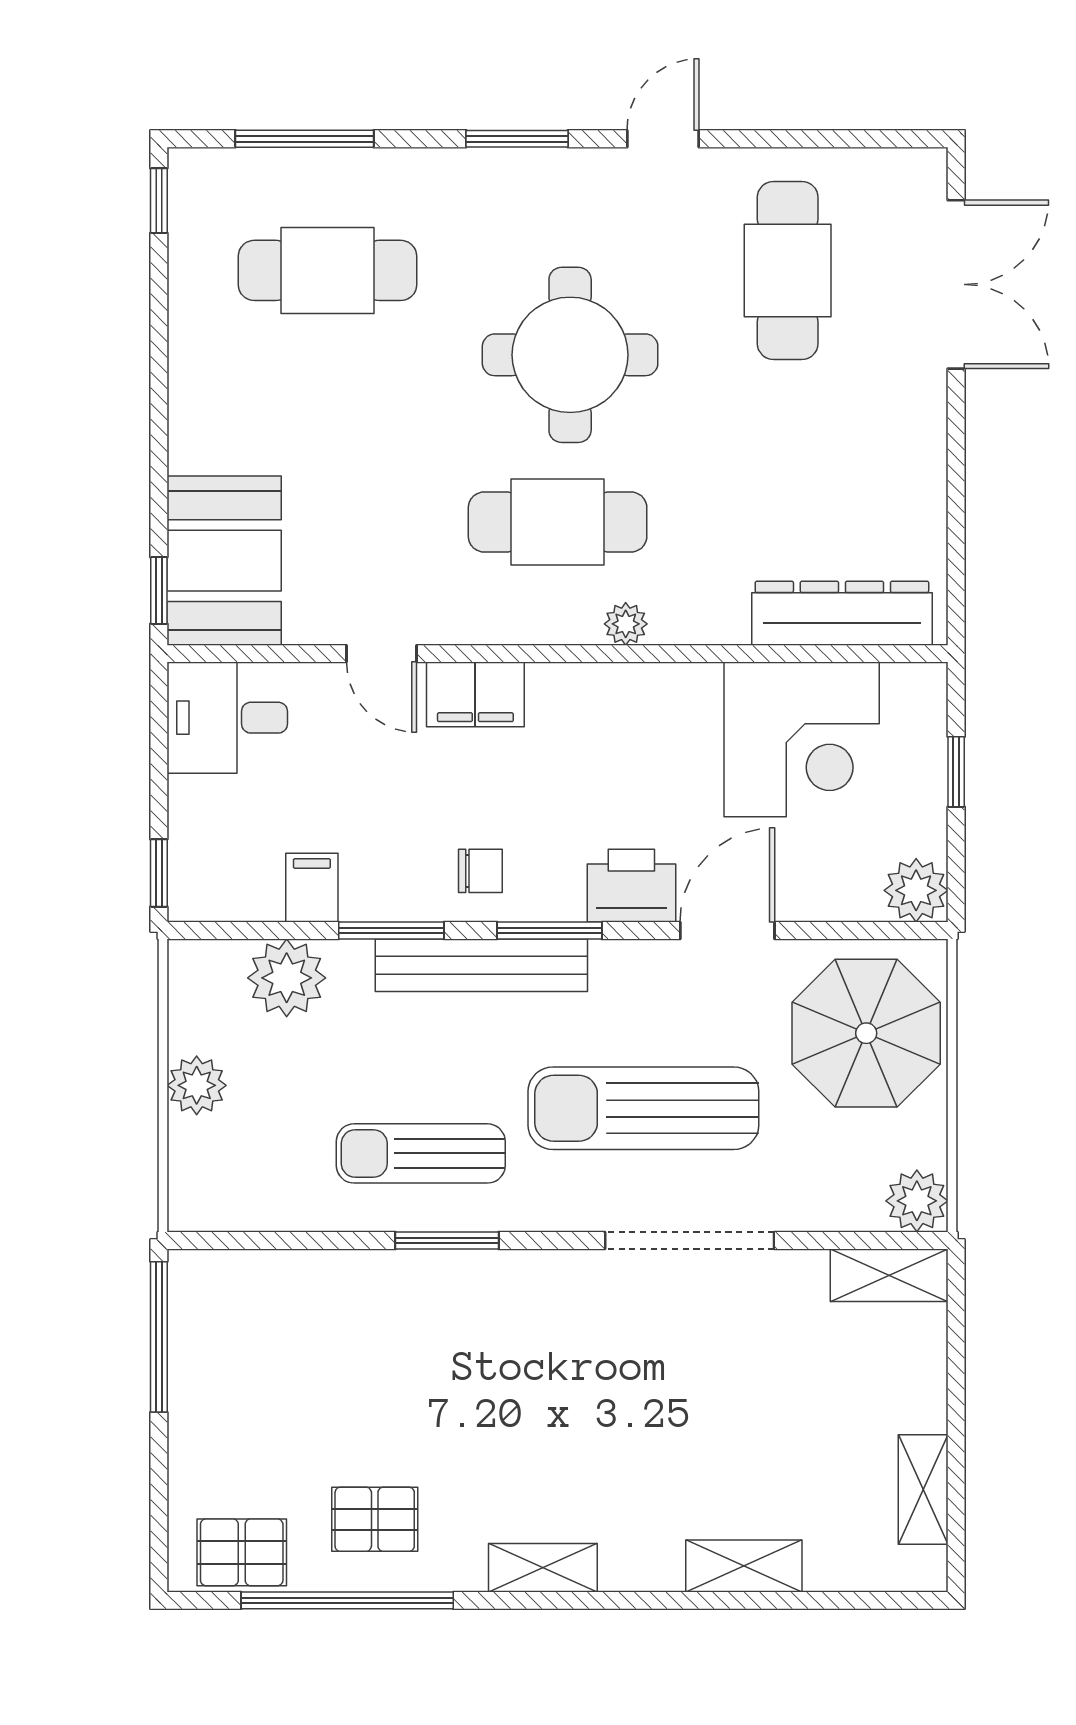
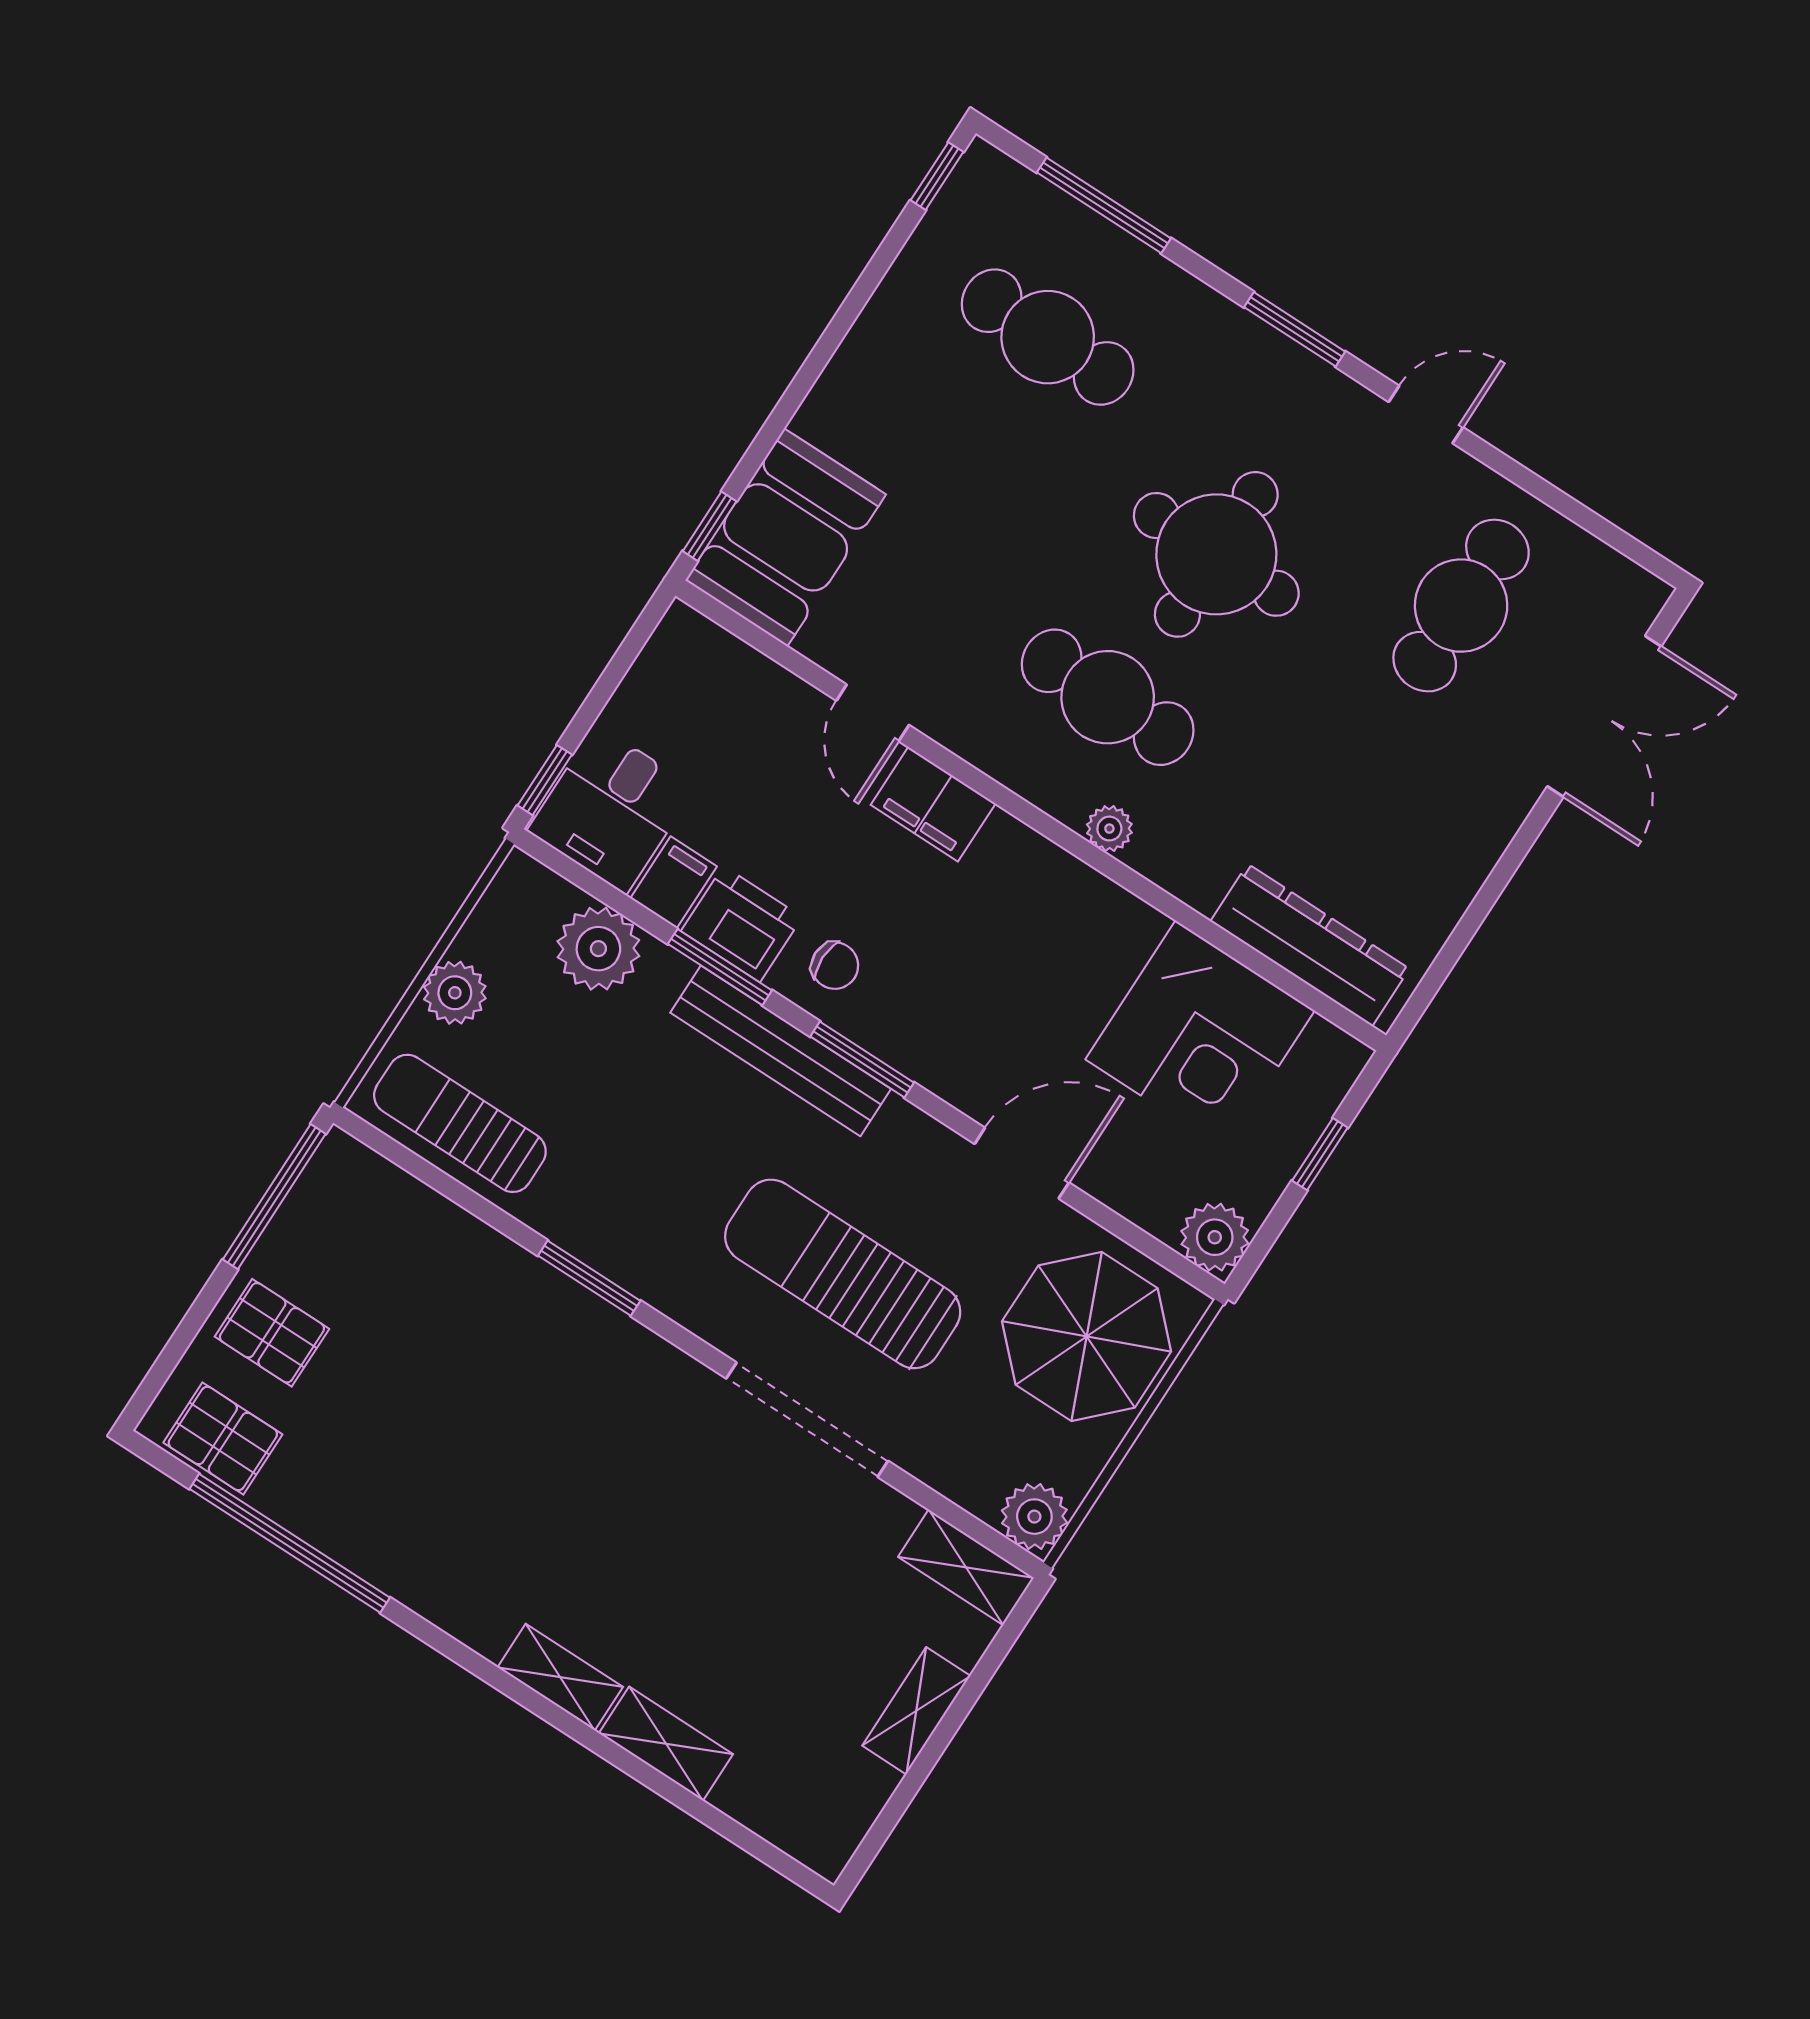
desk: (227, 718) -> (611, 809), moved, turned -90
printer: (631, 886) -> (742, 924), moved
sun lounger: (421, 1153) -> (460, 1123), moved
shelving: (923, 1490) -> (916, 1711), moved
pallet: (375, 1519) -> (272, 1333), moved
shelving: (543, 1568) -> (560, 1677), moved

